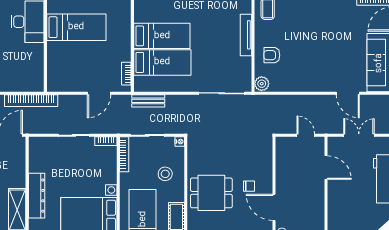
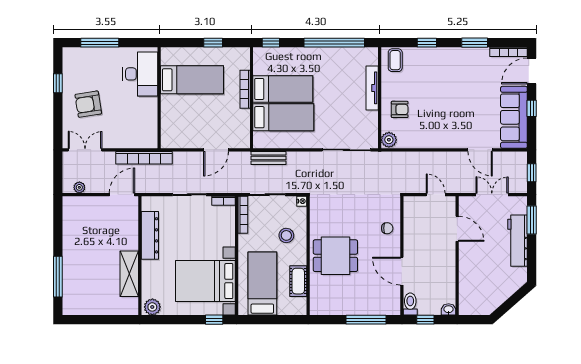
armchair: (272, 55) -> (400, 109), turned 180
bookcase: (126, 74) -> (245, 89), moved, width x1.56
chair: (249, 186) -> (387, 228), moved
dresser: (37, 196) -> (150, 235), moved

